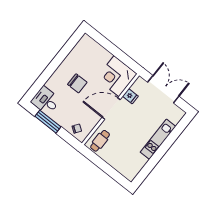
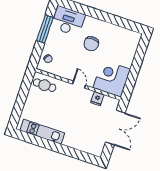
desk: (46, 101) -> (68, 21), width x1.37
door: (111, 109) -> (79, 85), width x0.53
kitchen unit: (158, 139) -> (42, 132), moved

